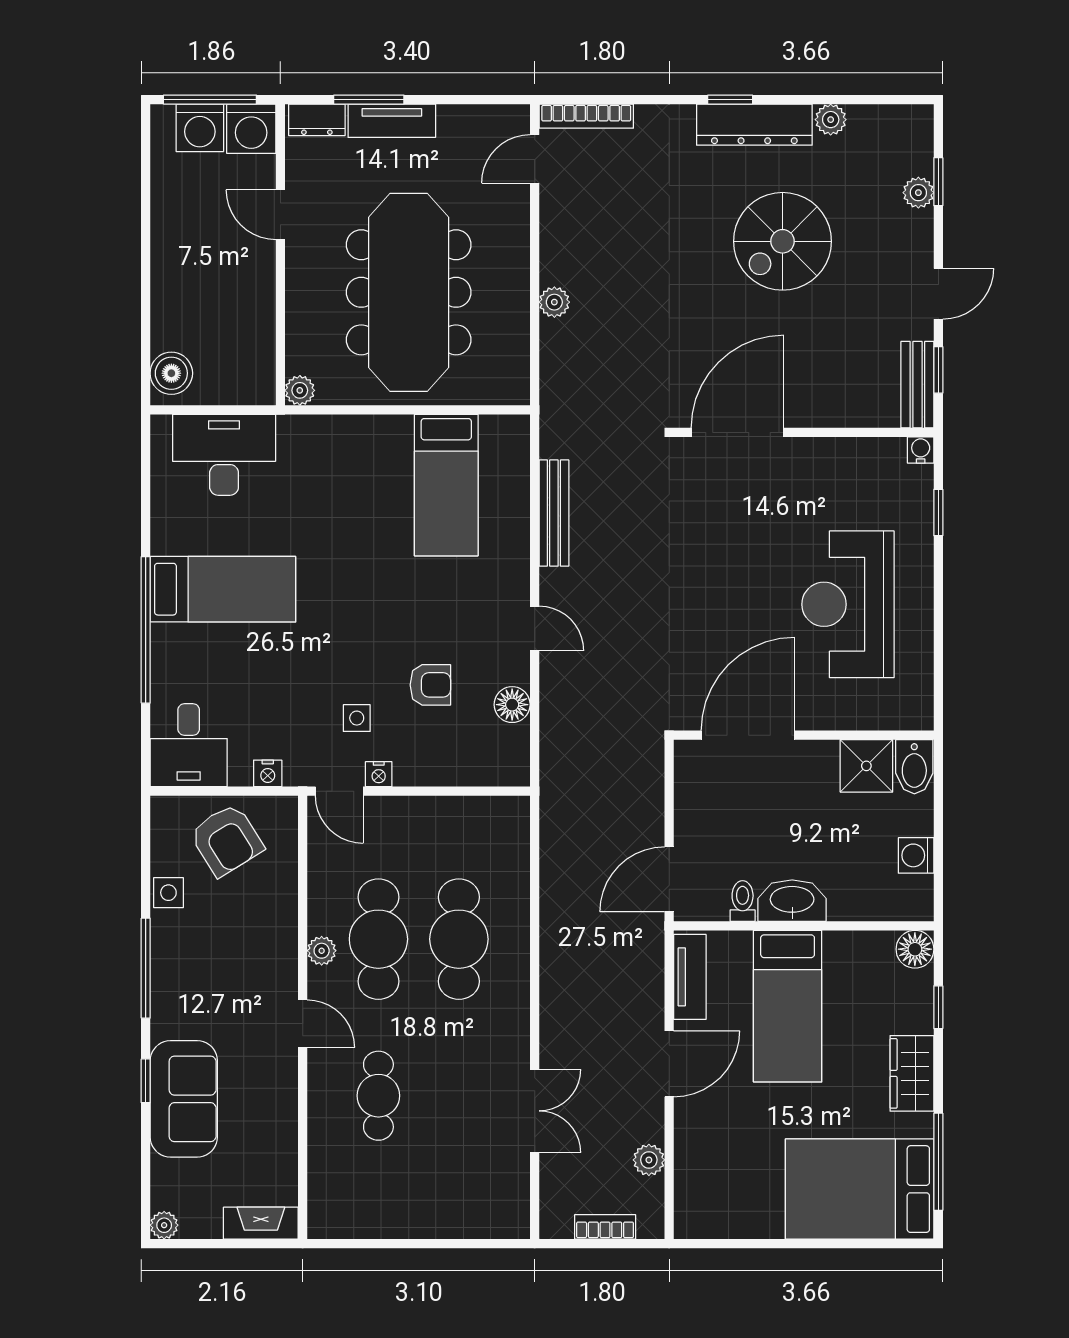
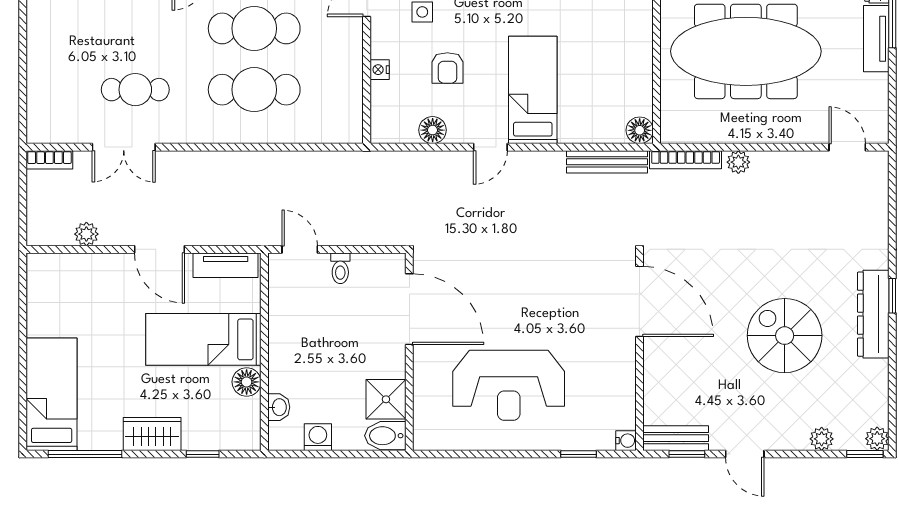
bookcase: (586, 116) -> (686, 160), moved, turned -90
plant: (831, 120) -> (877, 439), moved
window: (938, 182) -> (865, 454), moved
floor lamp: (512, 432) -> (640, 130), added
bed: (446, 485) -> (533, 90), moved, turned 90
bench: (554, 513) -> (607, 162), moved
reception desk: (848, 604) -> (509, 385), turned 180
nightstand: (379, 774) -> (380, 70), moved
door: (669, 879) -> (300, 249), width x0.73
toilet: (743, 901) -> (340, 268), moved, turned 90
washbasin: (792, 901) -> (279, 407), moved, width x0.52, depth x0.69
floor lamp: (915, 949) -> (247, 382), moved
cafe table: (378, 1096) -> (135, 90), moved
bed: (860, 1189) -> (52, 394), width x0.67
bookcase: (605, 1227) -> (49, 160), moved, turned 90

